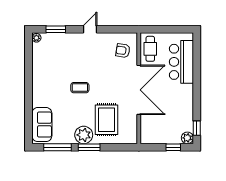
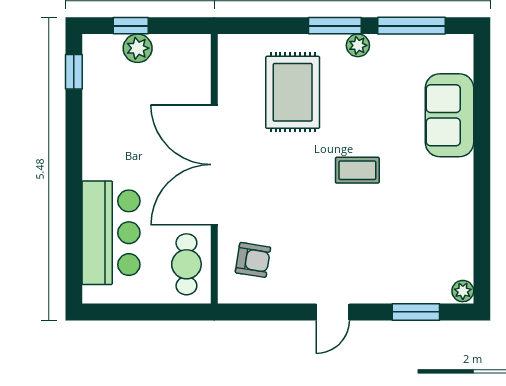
sofa: (42, 125) -> (449, 115), moved
plant: (84, 135) -> (358, 45), width x0.53, depth x0.53
plant: (187, 138) -> (138, 48), moved

